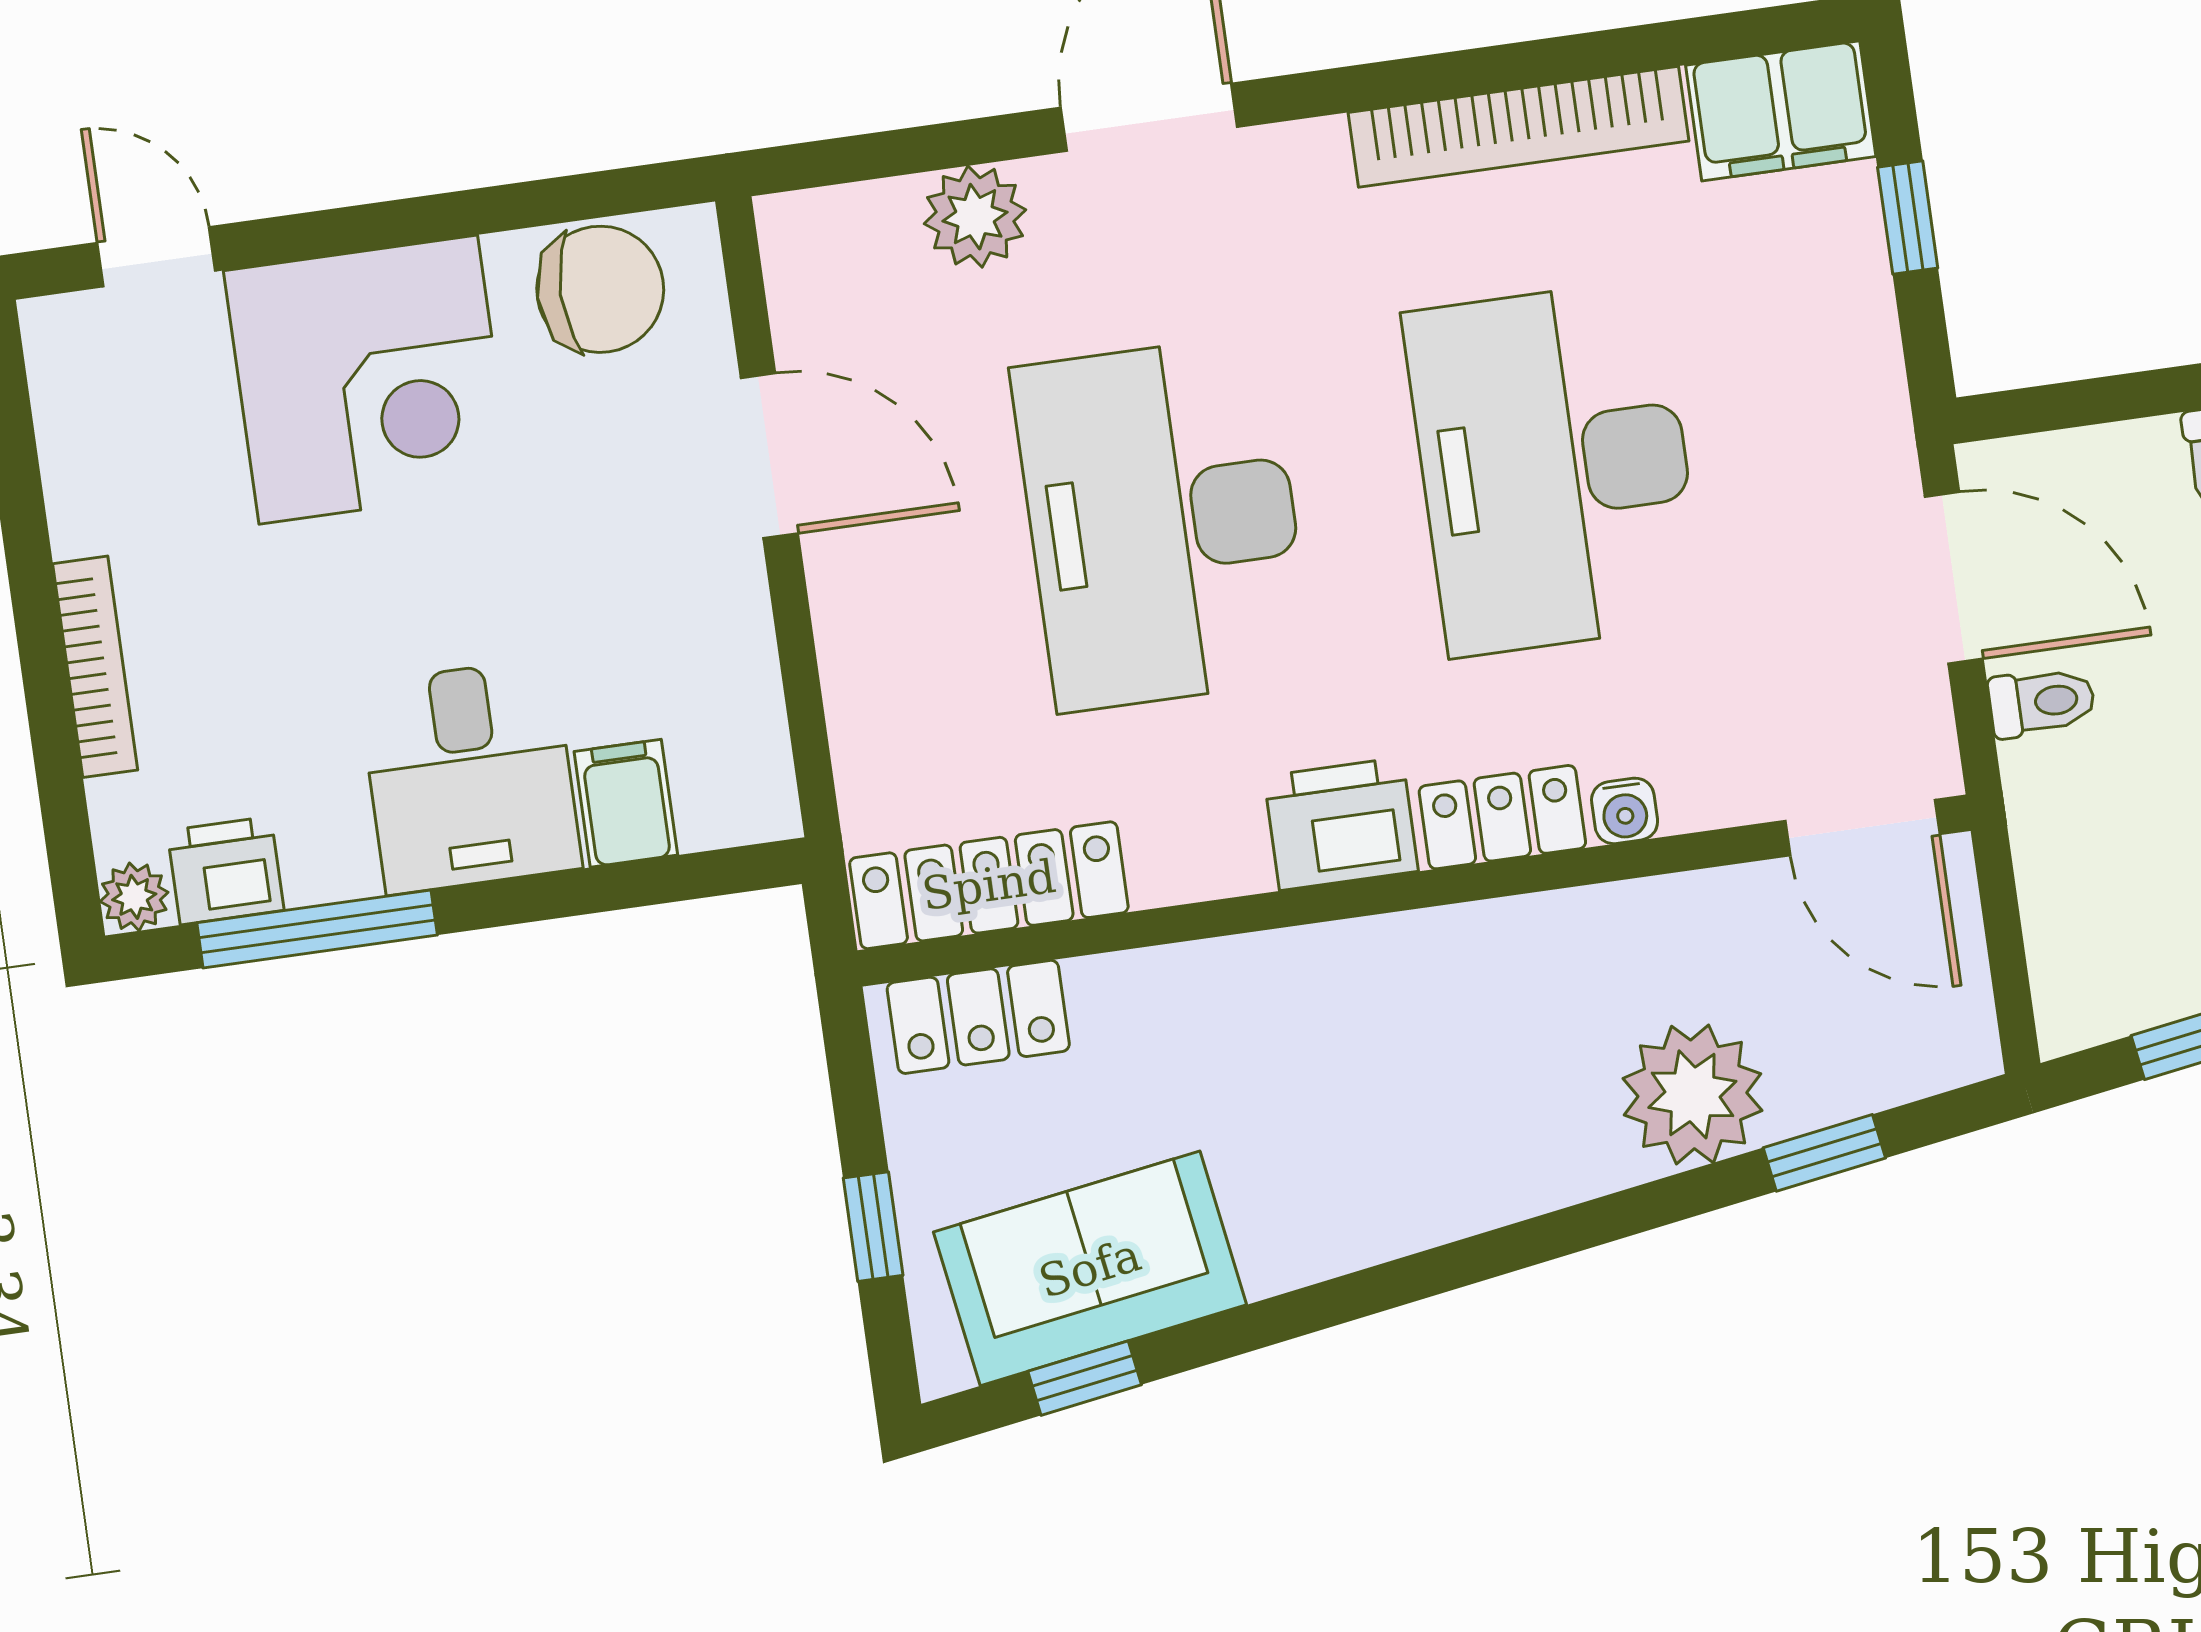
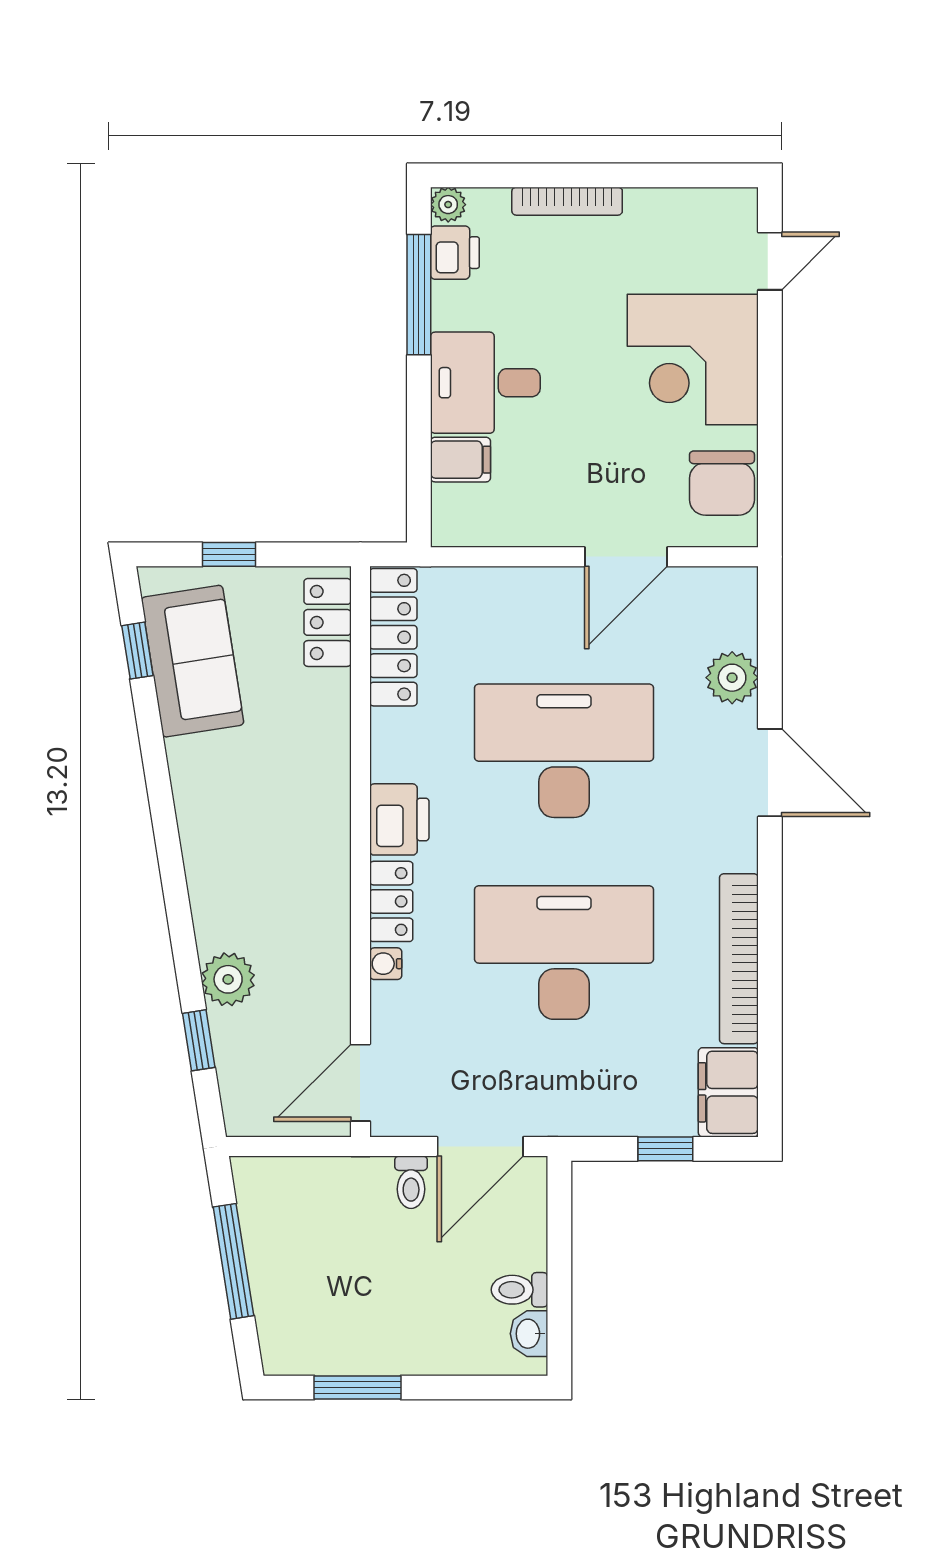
plant: (1692, 1094) -> (228, 979), width x0.73, depth x0.73

